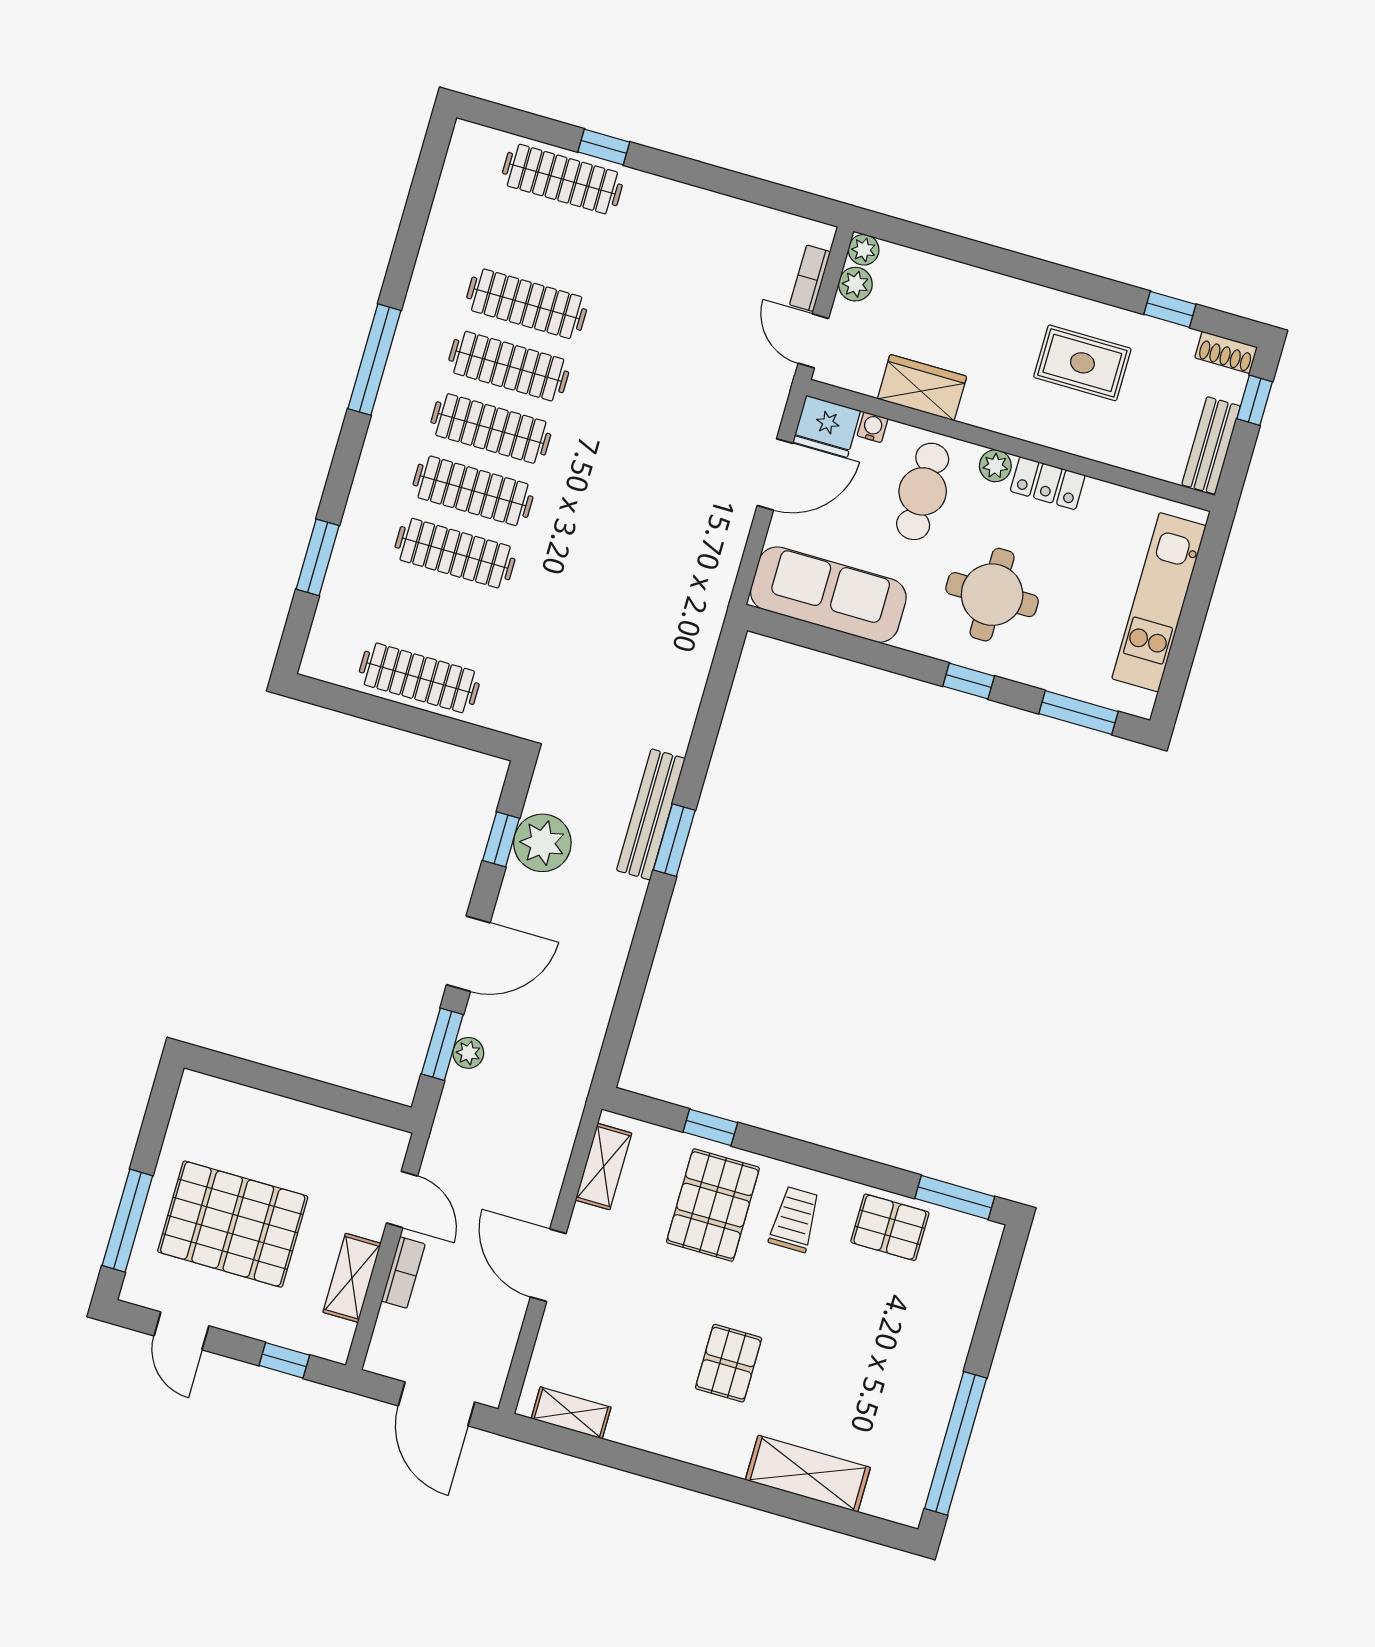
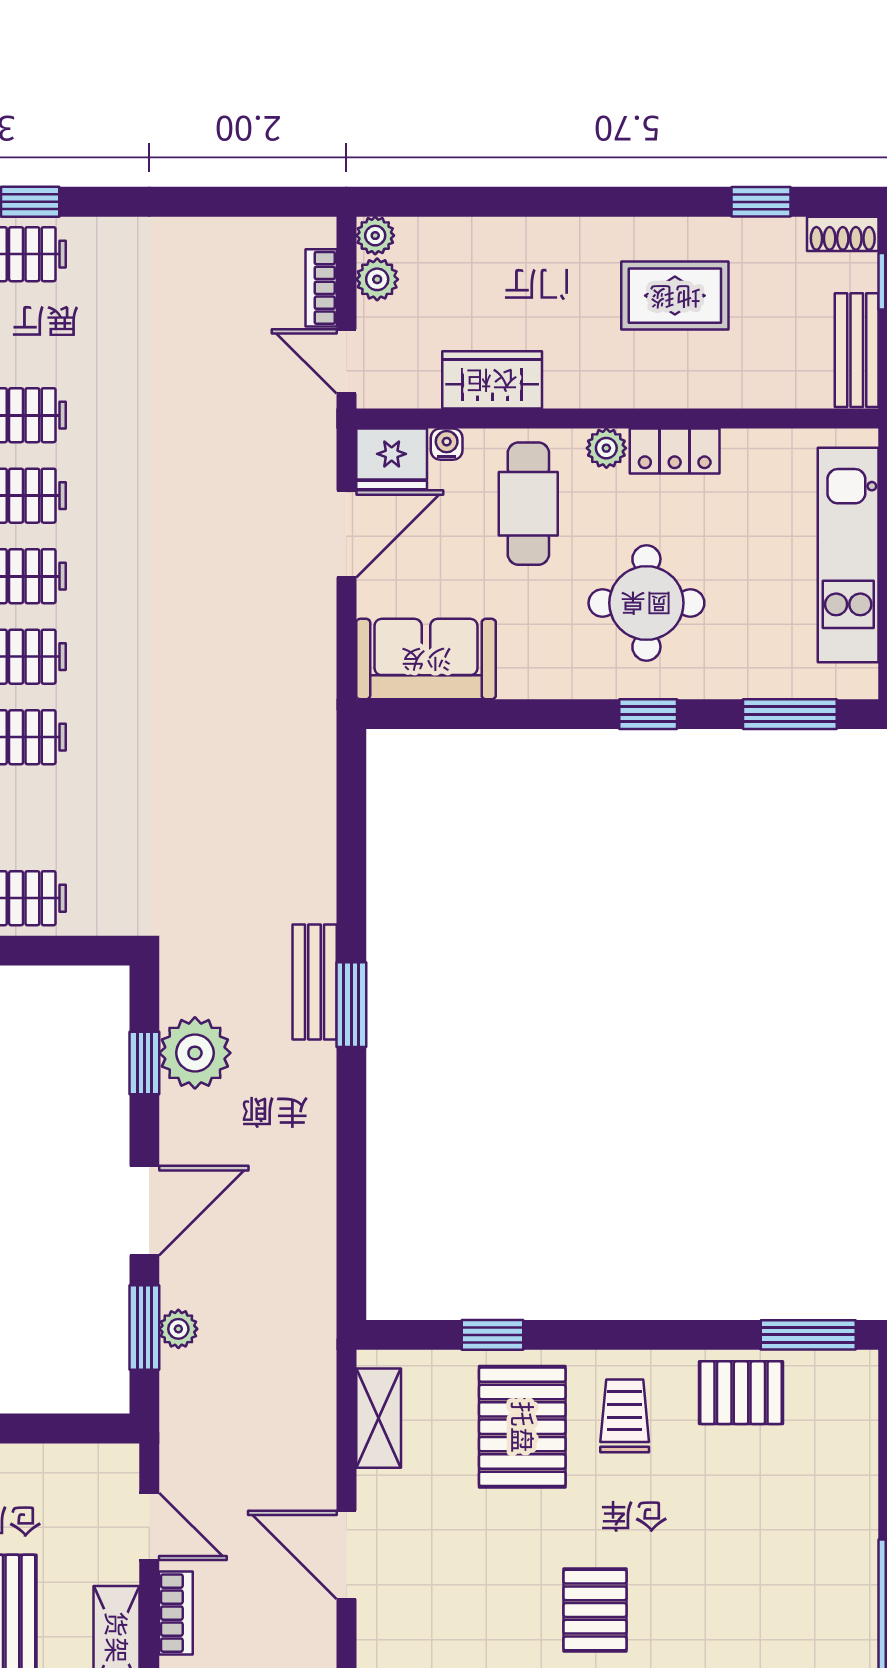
sofa: (828, 595) -> (426, 659), width x0.73
bench: (651, 814) -> (315, 982), width x0.73

